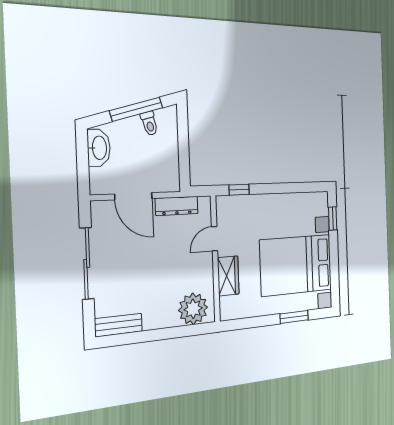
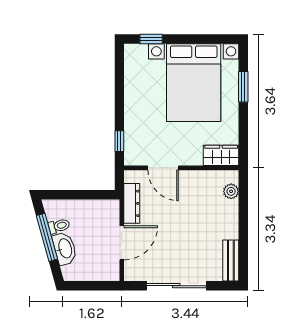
washbasin: (99, 148) -> (65, 248), moved, turned 75
door: (215, 239) -> (163, 168), width x1.38
wardrobe: (228, 276) -> (221, 155), moved
plant: (193, 309) -> (231, 191), width x0.53, depth x0.53

